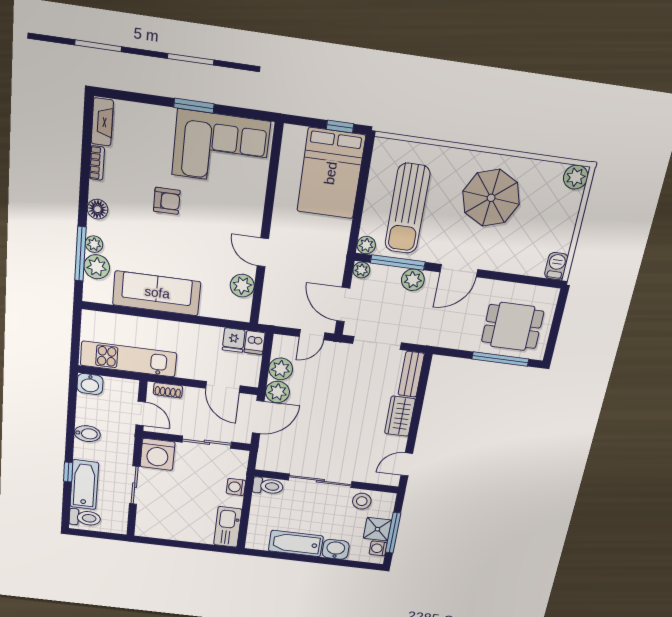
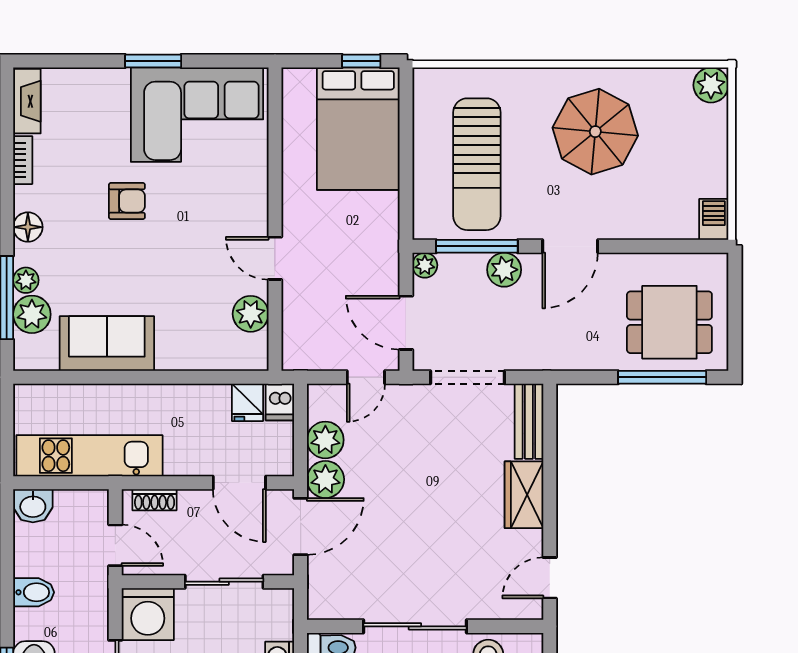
plant: (366, 245) -> (426, 226), removed
sofa: (157, 293) -> (107, 344), width x0.73

